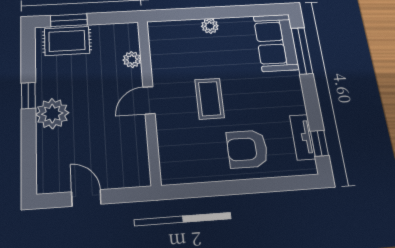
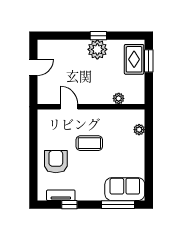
plant: (210, 26) -> (139, 130), moved
door: (149, 100) -> (69, 107), moved
plant: (52, 114) -> (97, 49), moved
window: (319, 143) -> (69, 205), moved

